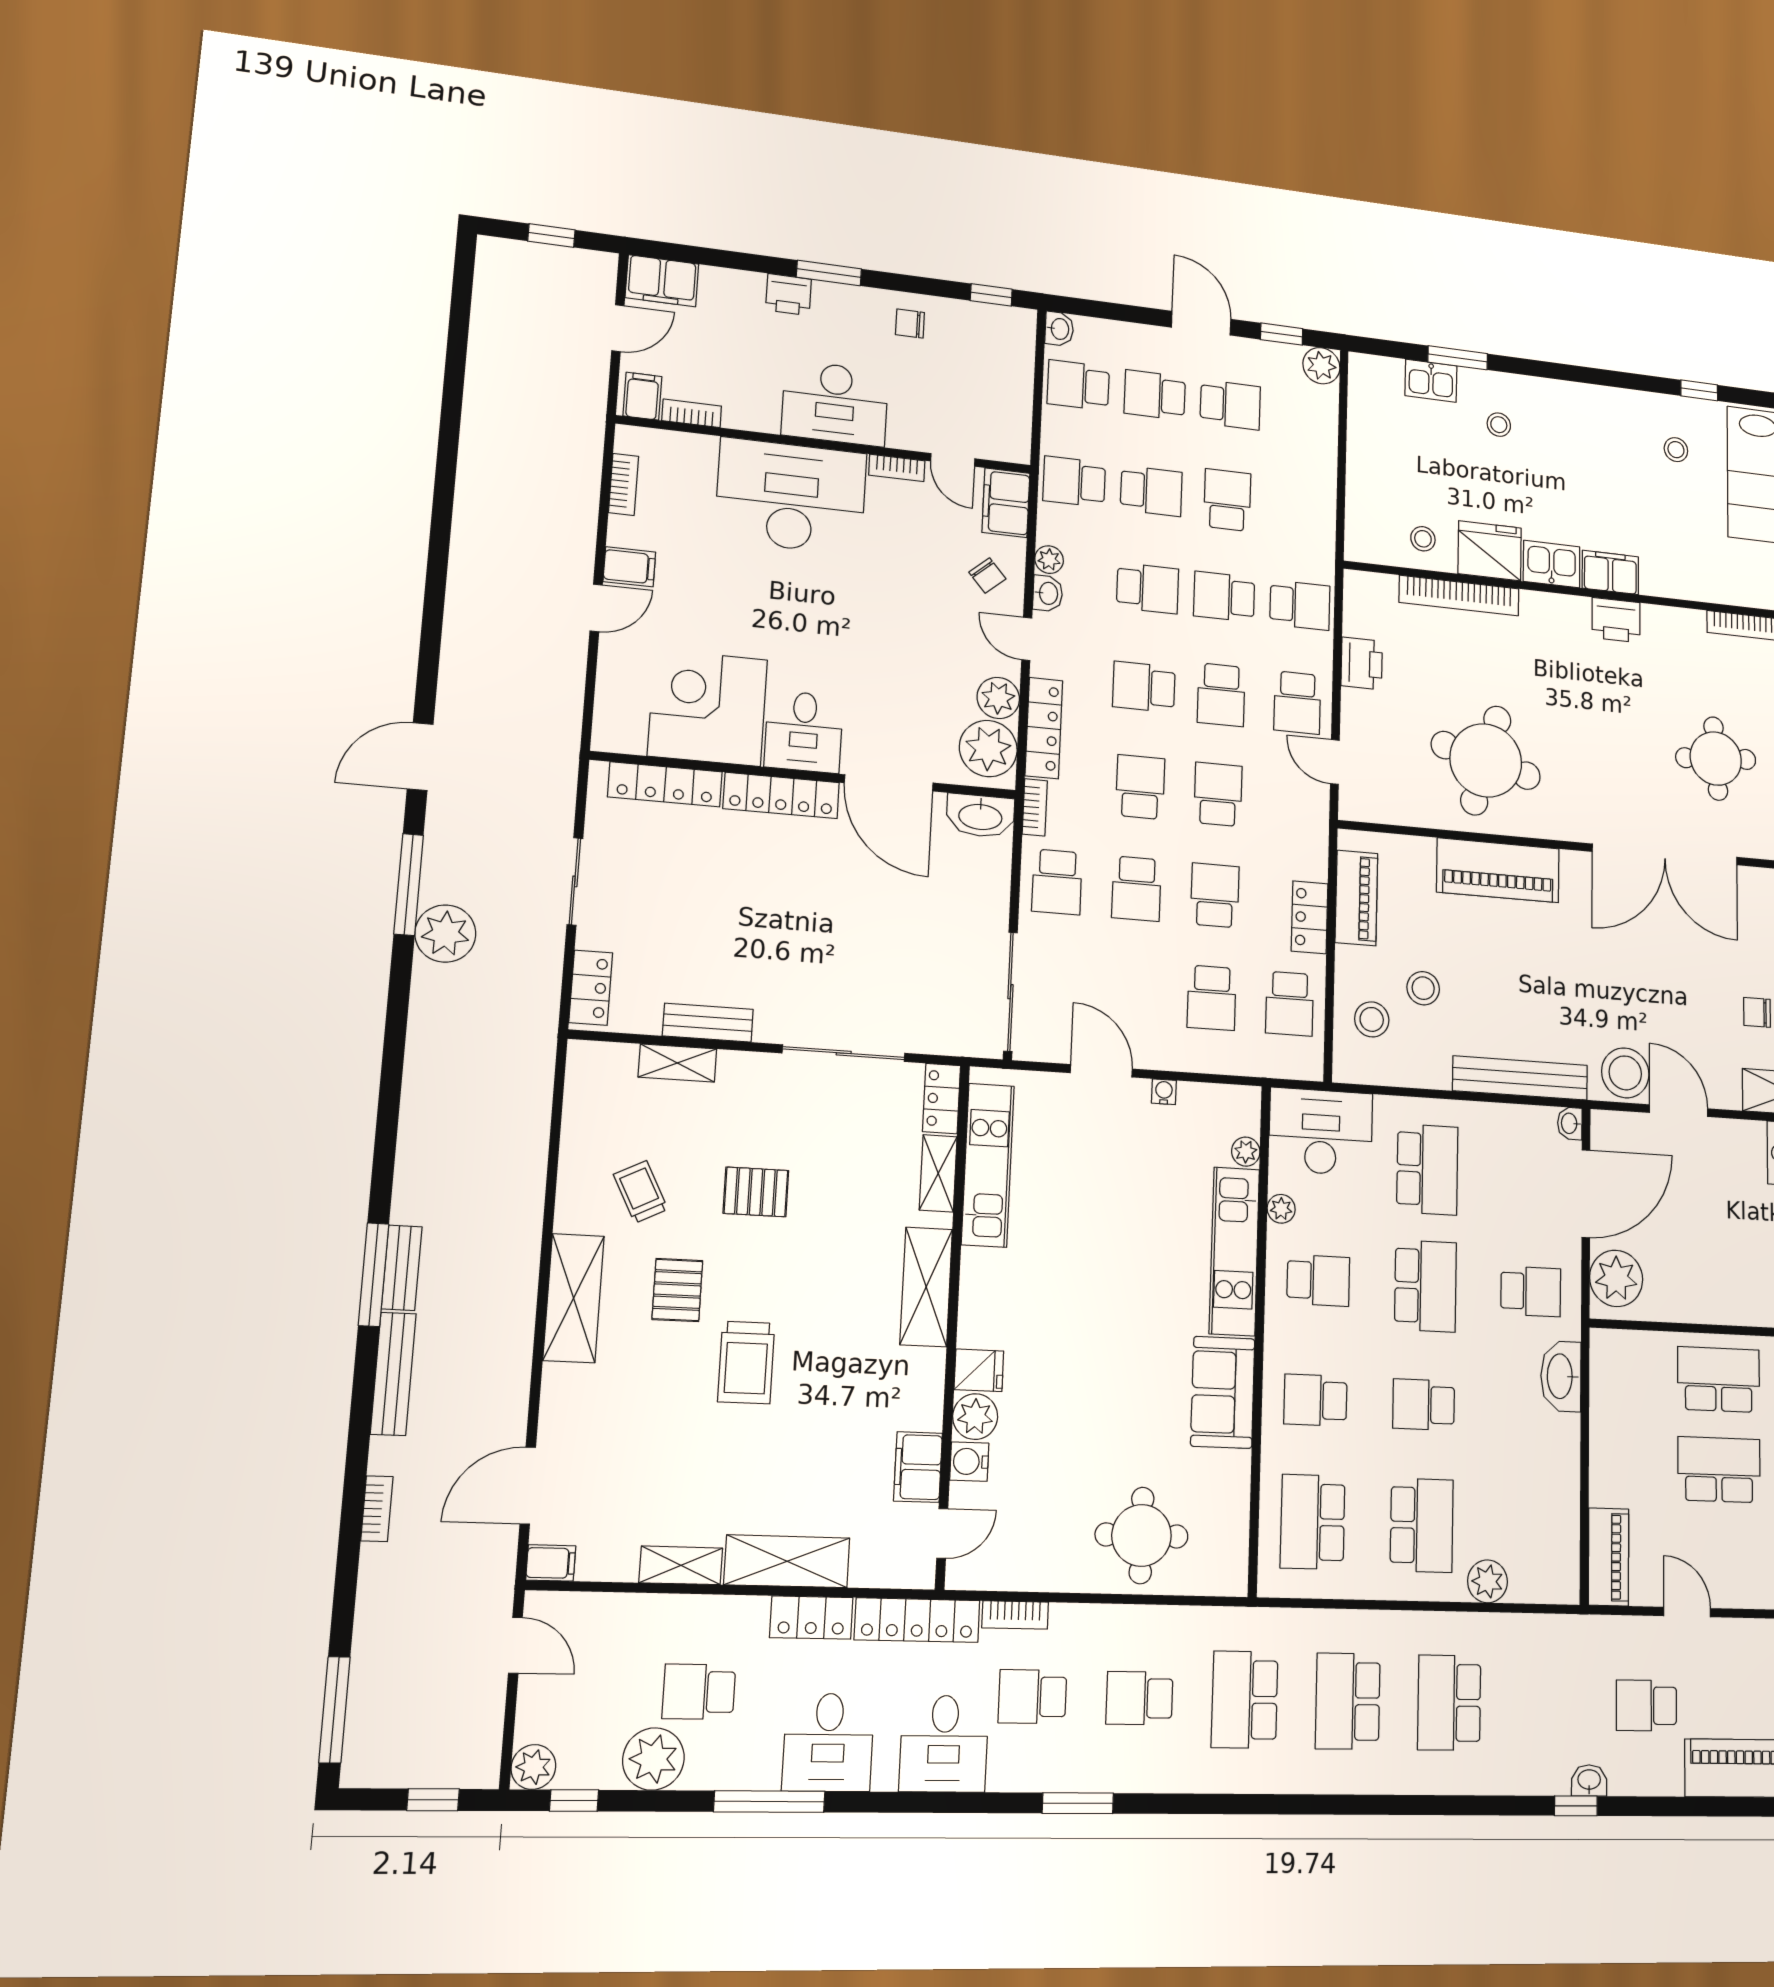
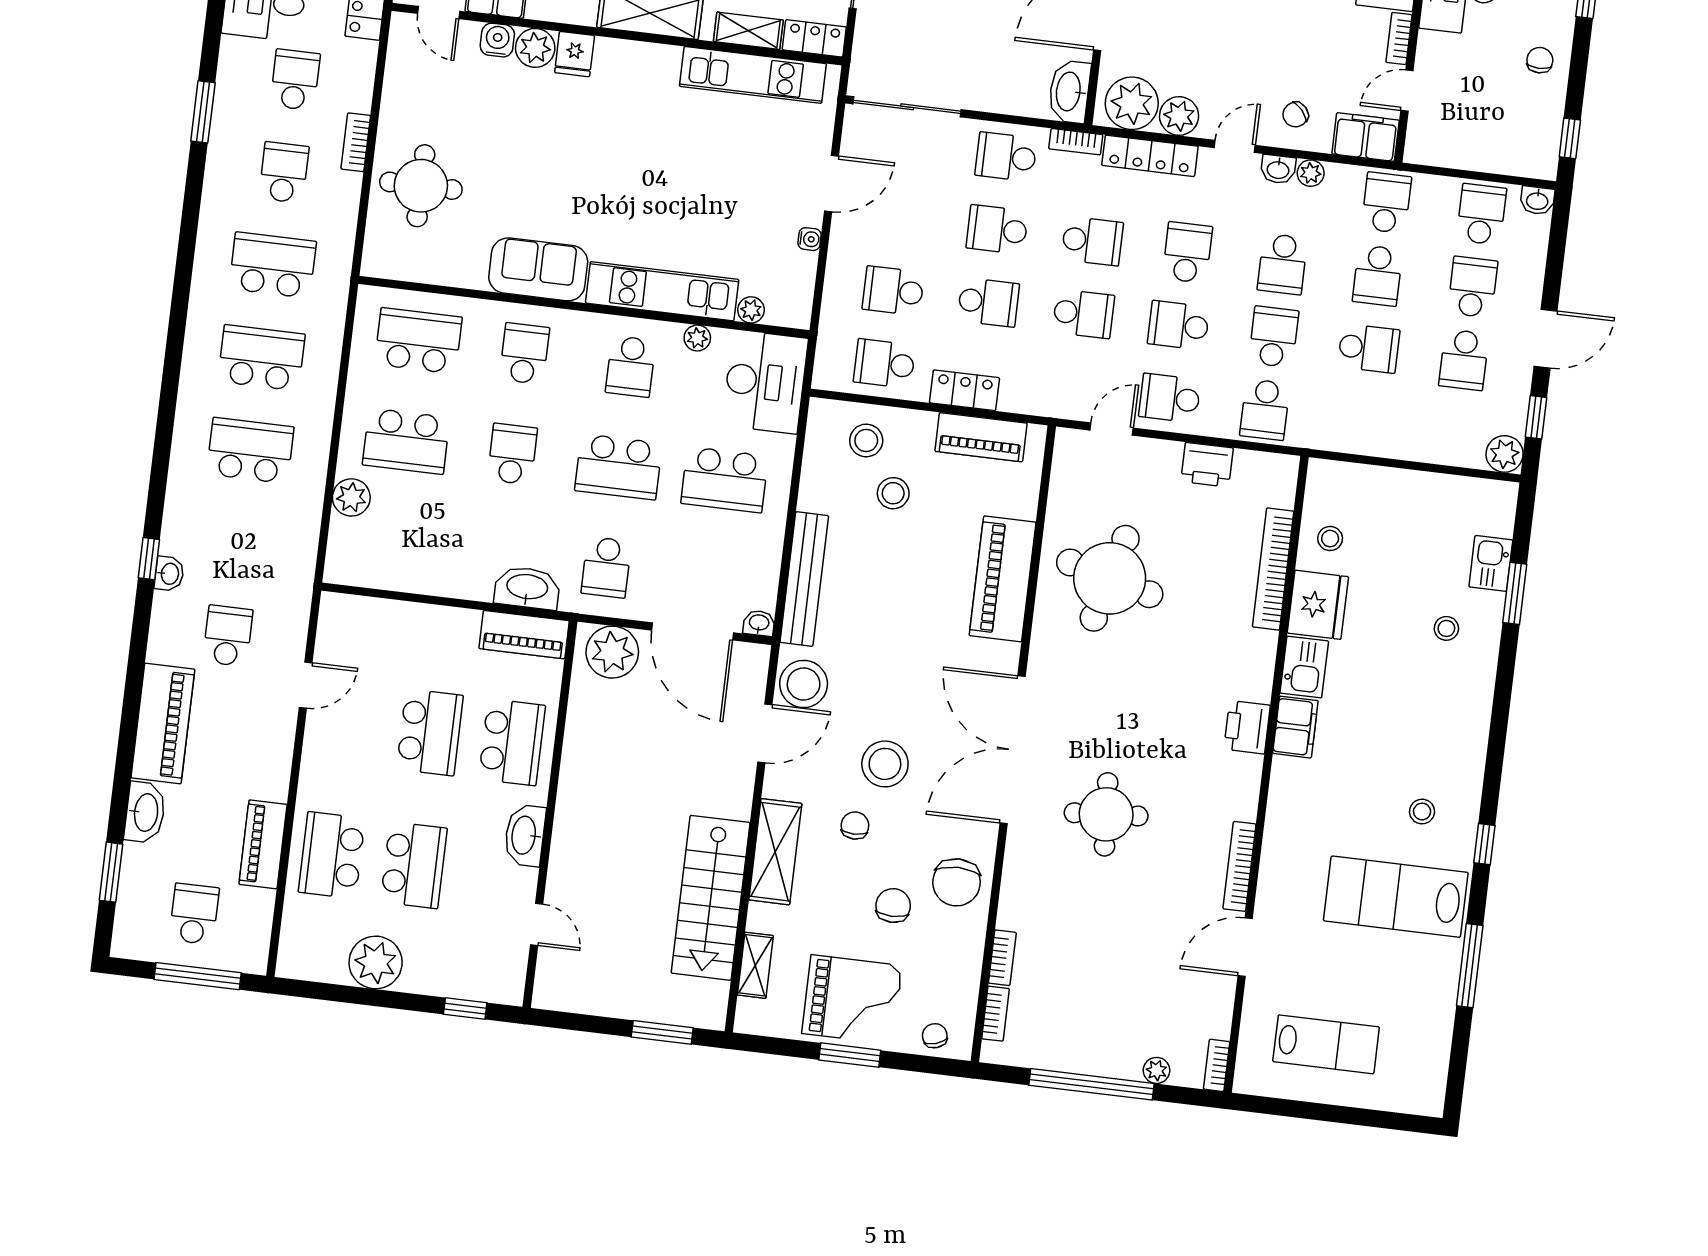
stool: (1694, 984) -> (885, 764), added
piano: (1609, 1557) -> (524, 635), moved
bookcase: (1015, 1615) -> (356, 142), moved

